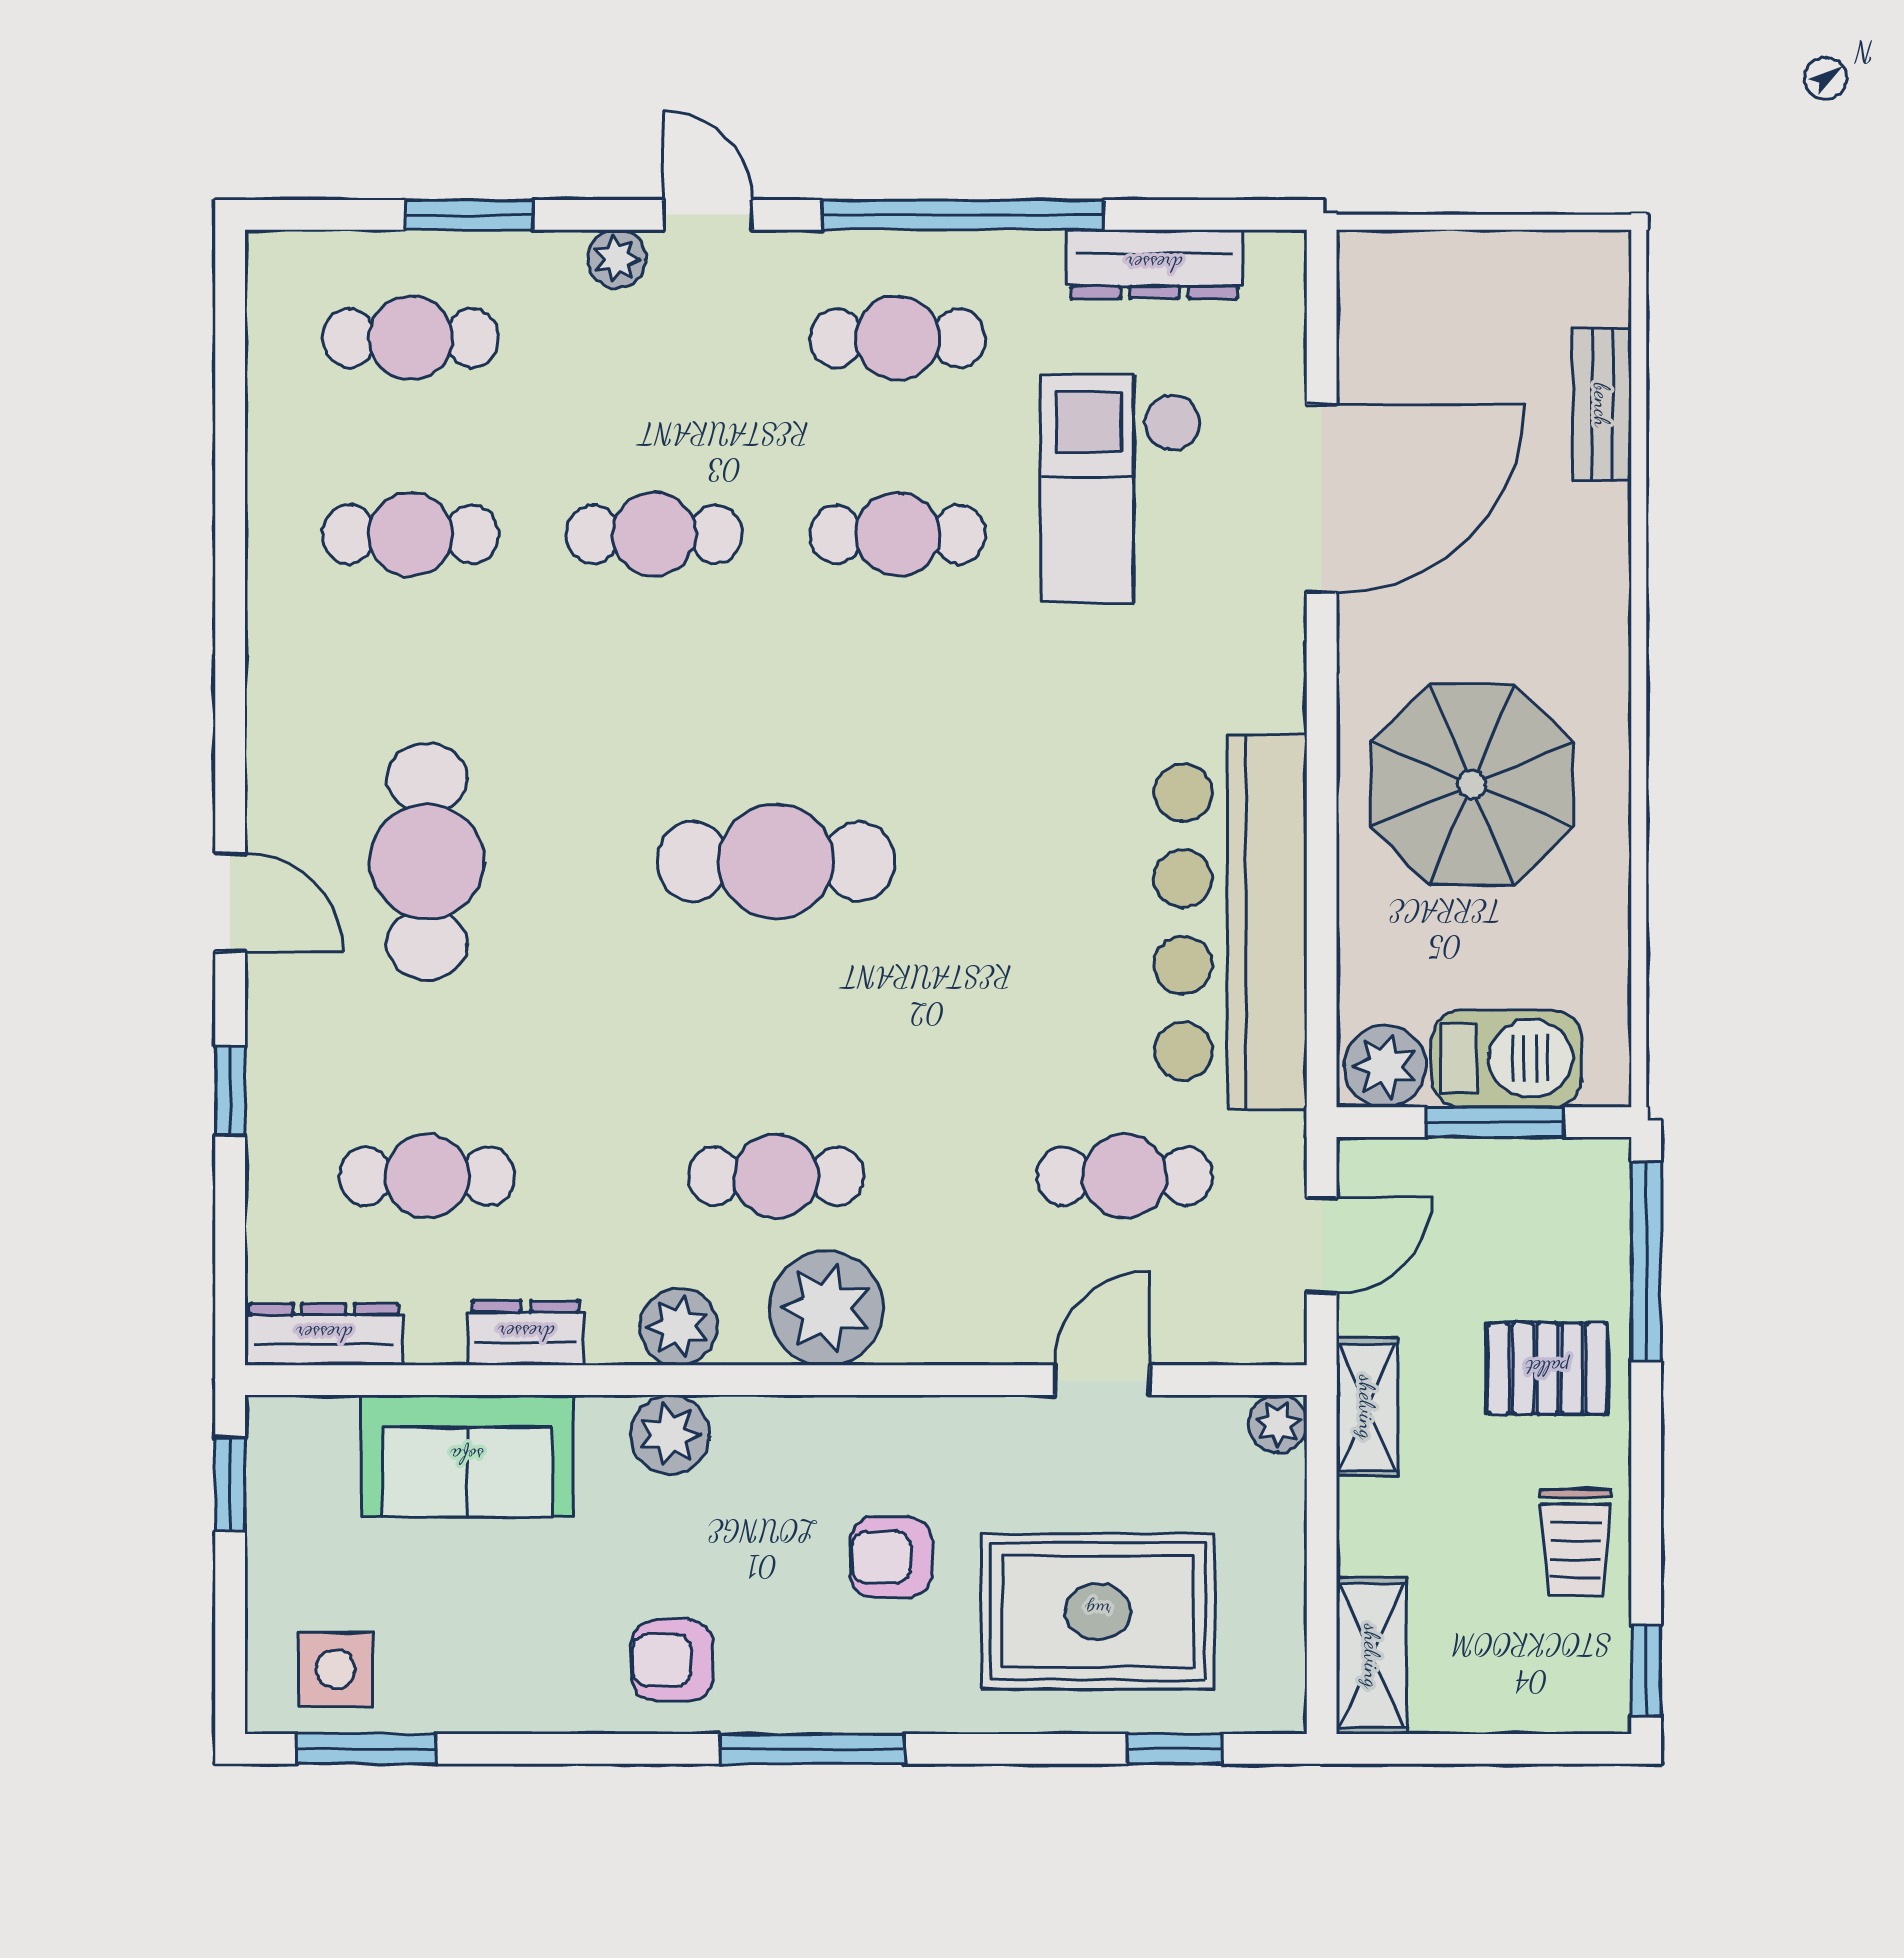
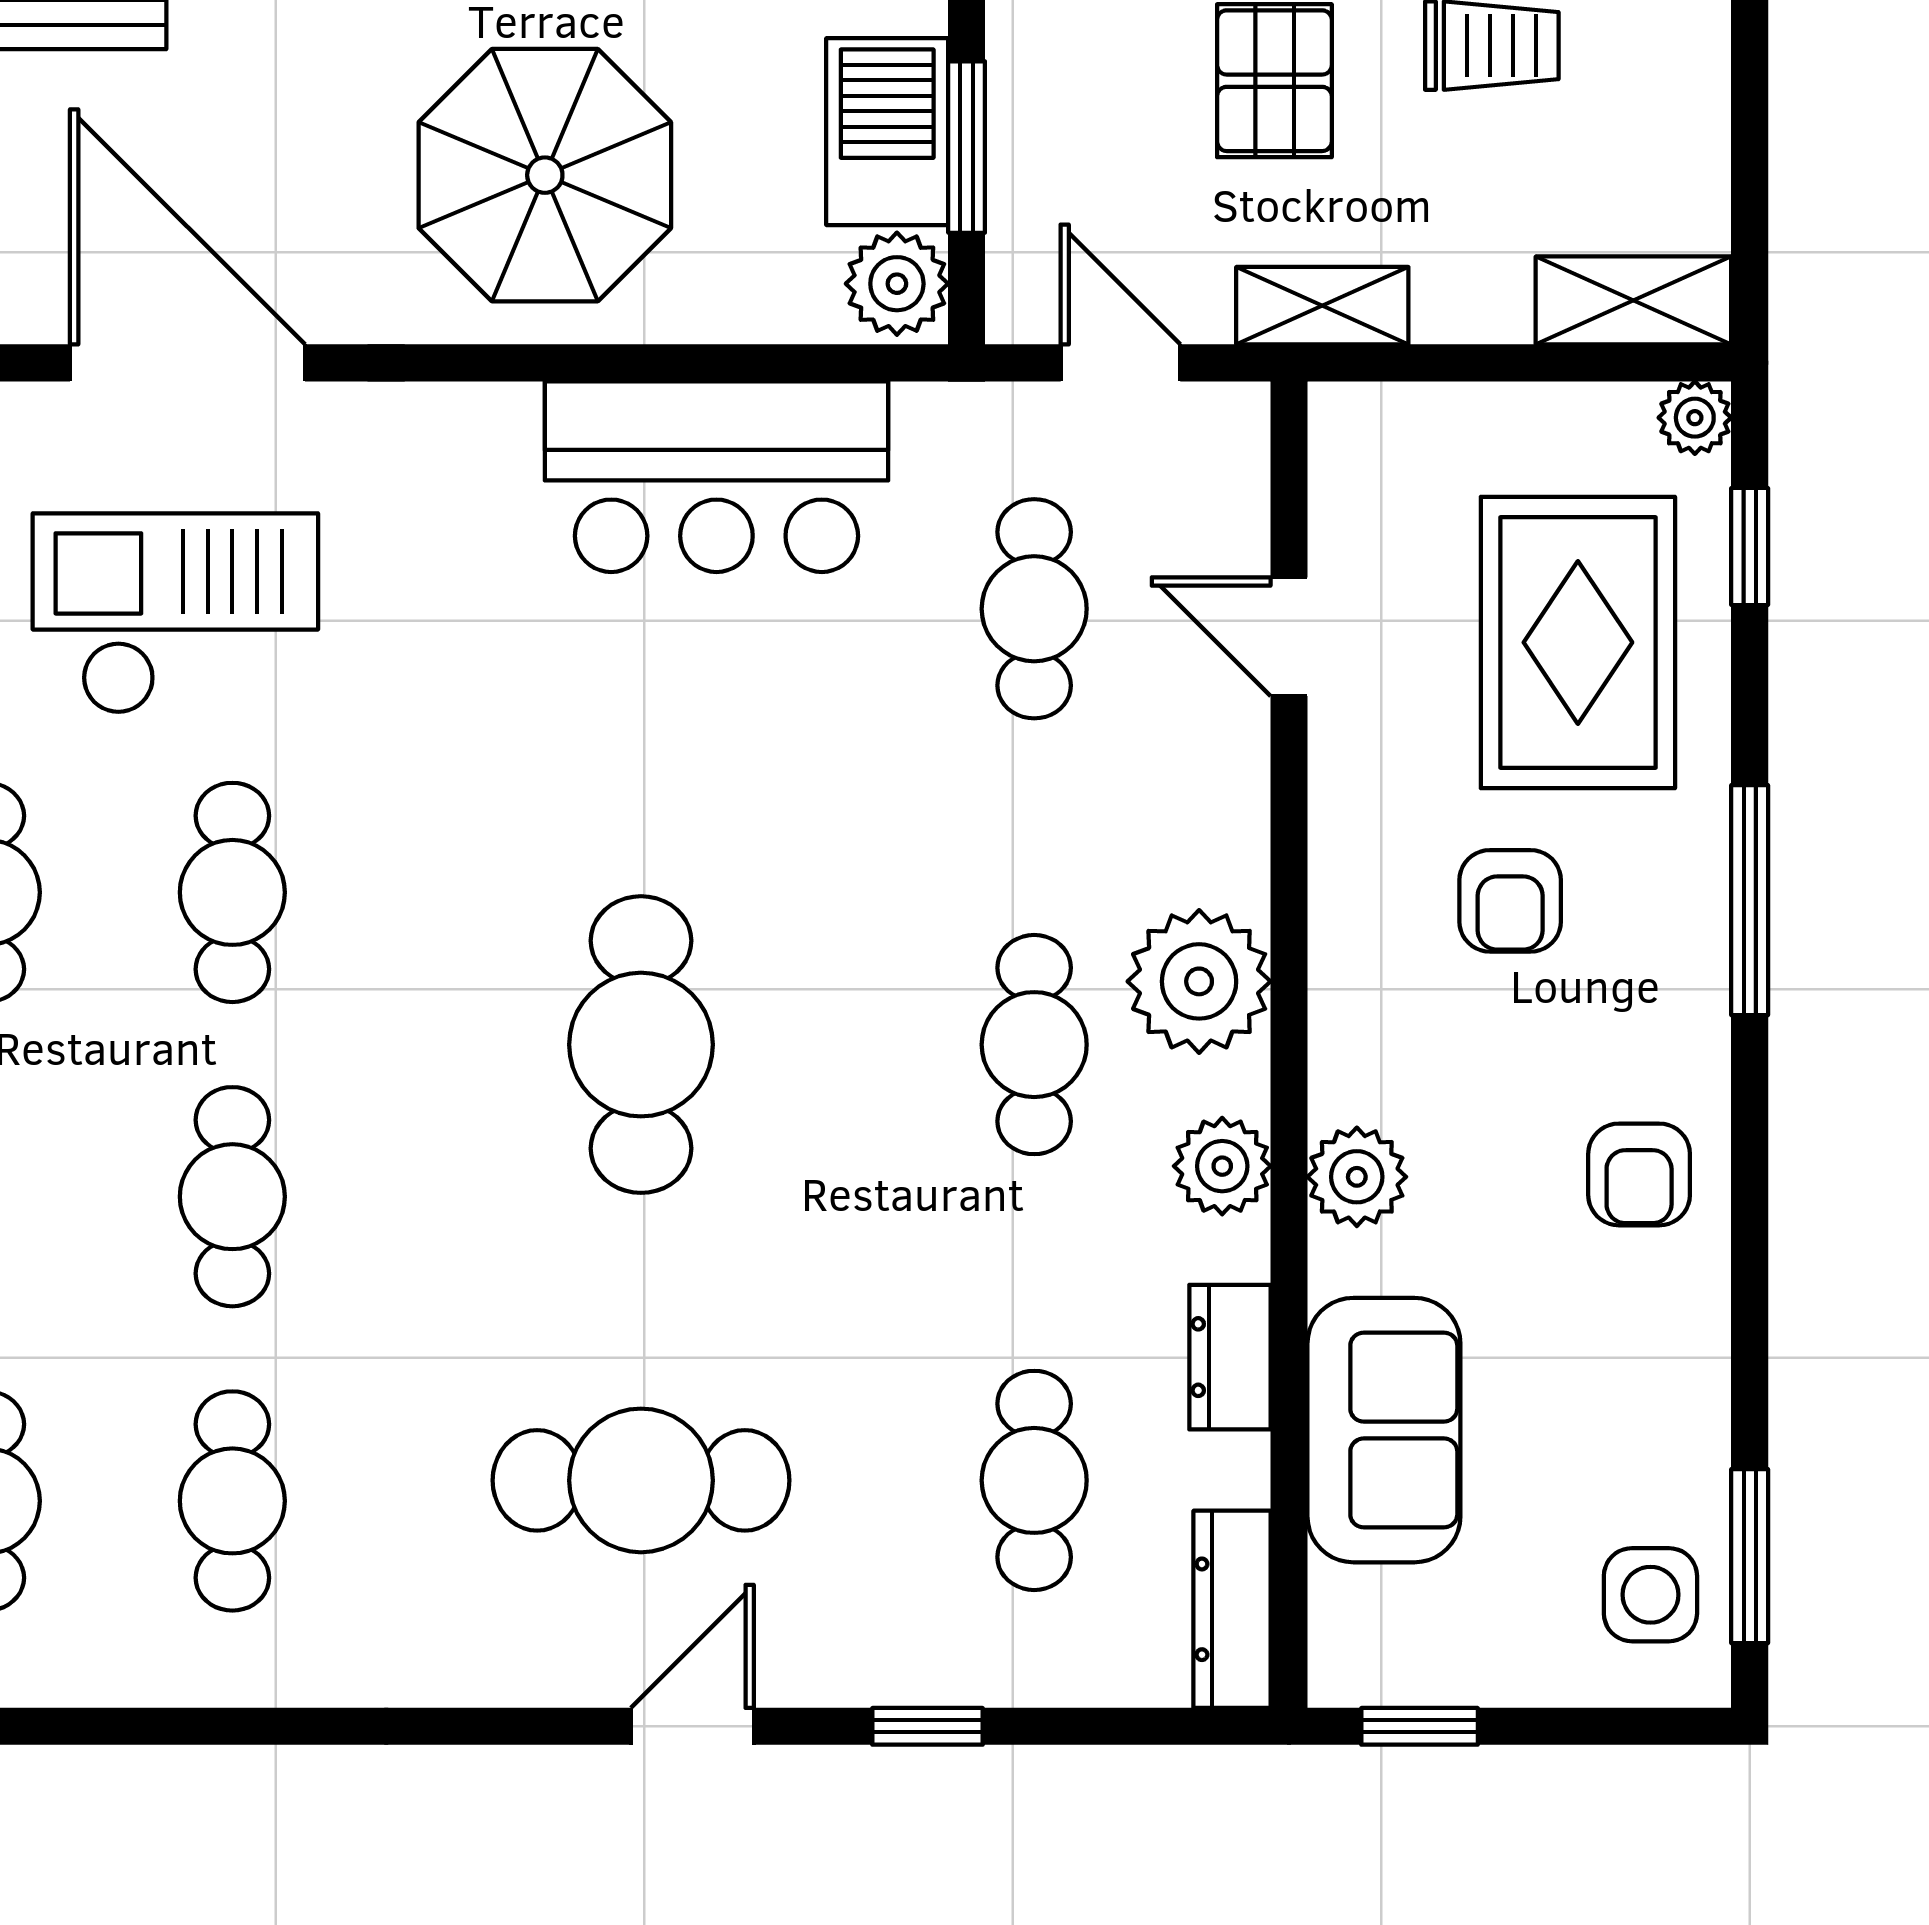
checkout: (1121, 489) -> (175, 614), turned 180
bar counter: (1230, 922) -> (716, 477), width x0.73
plant: (1278, 1424) -> (1695, 418), moved
window: (812, 1749) -> (1750, 900), moved

